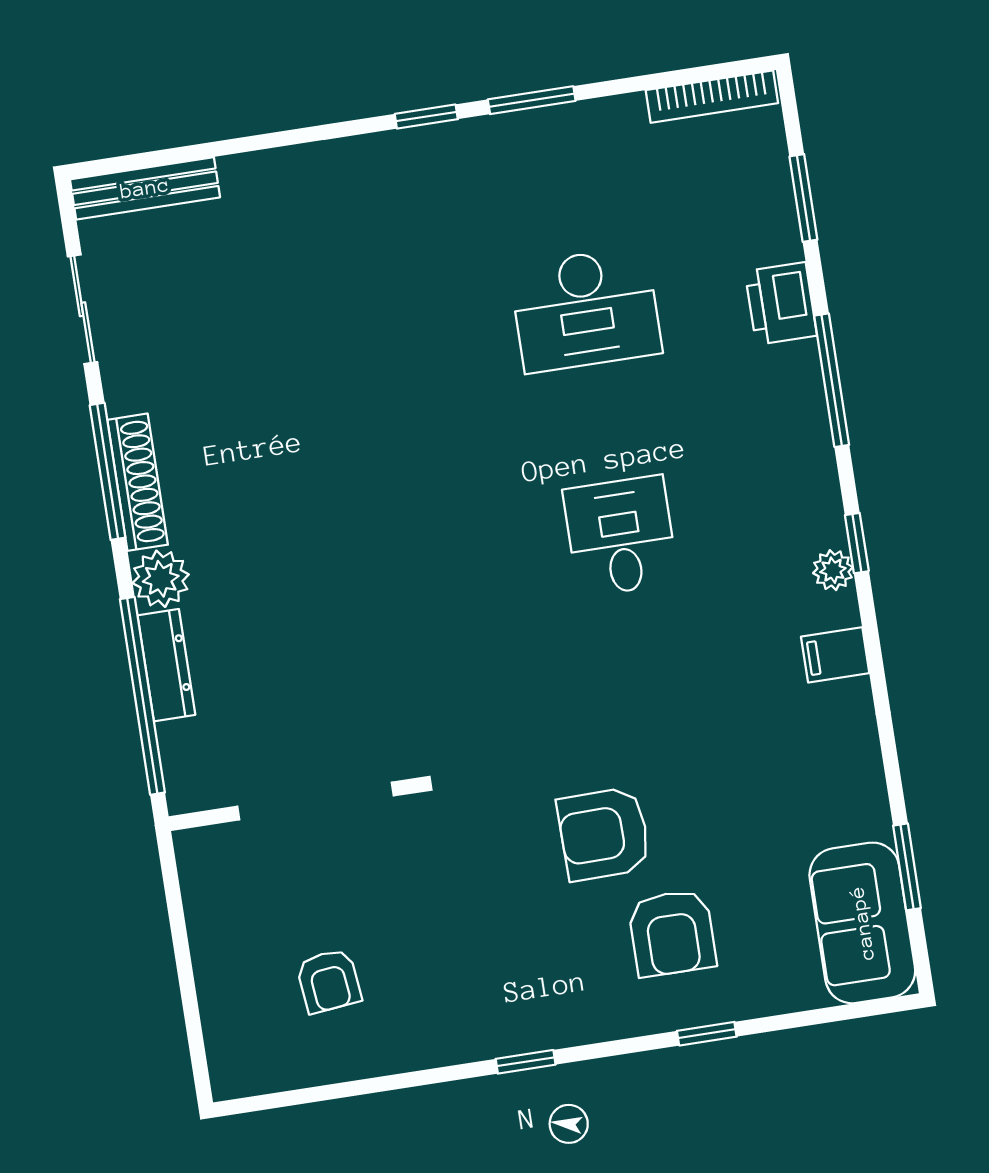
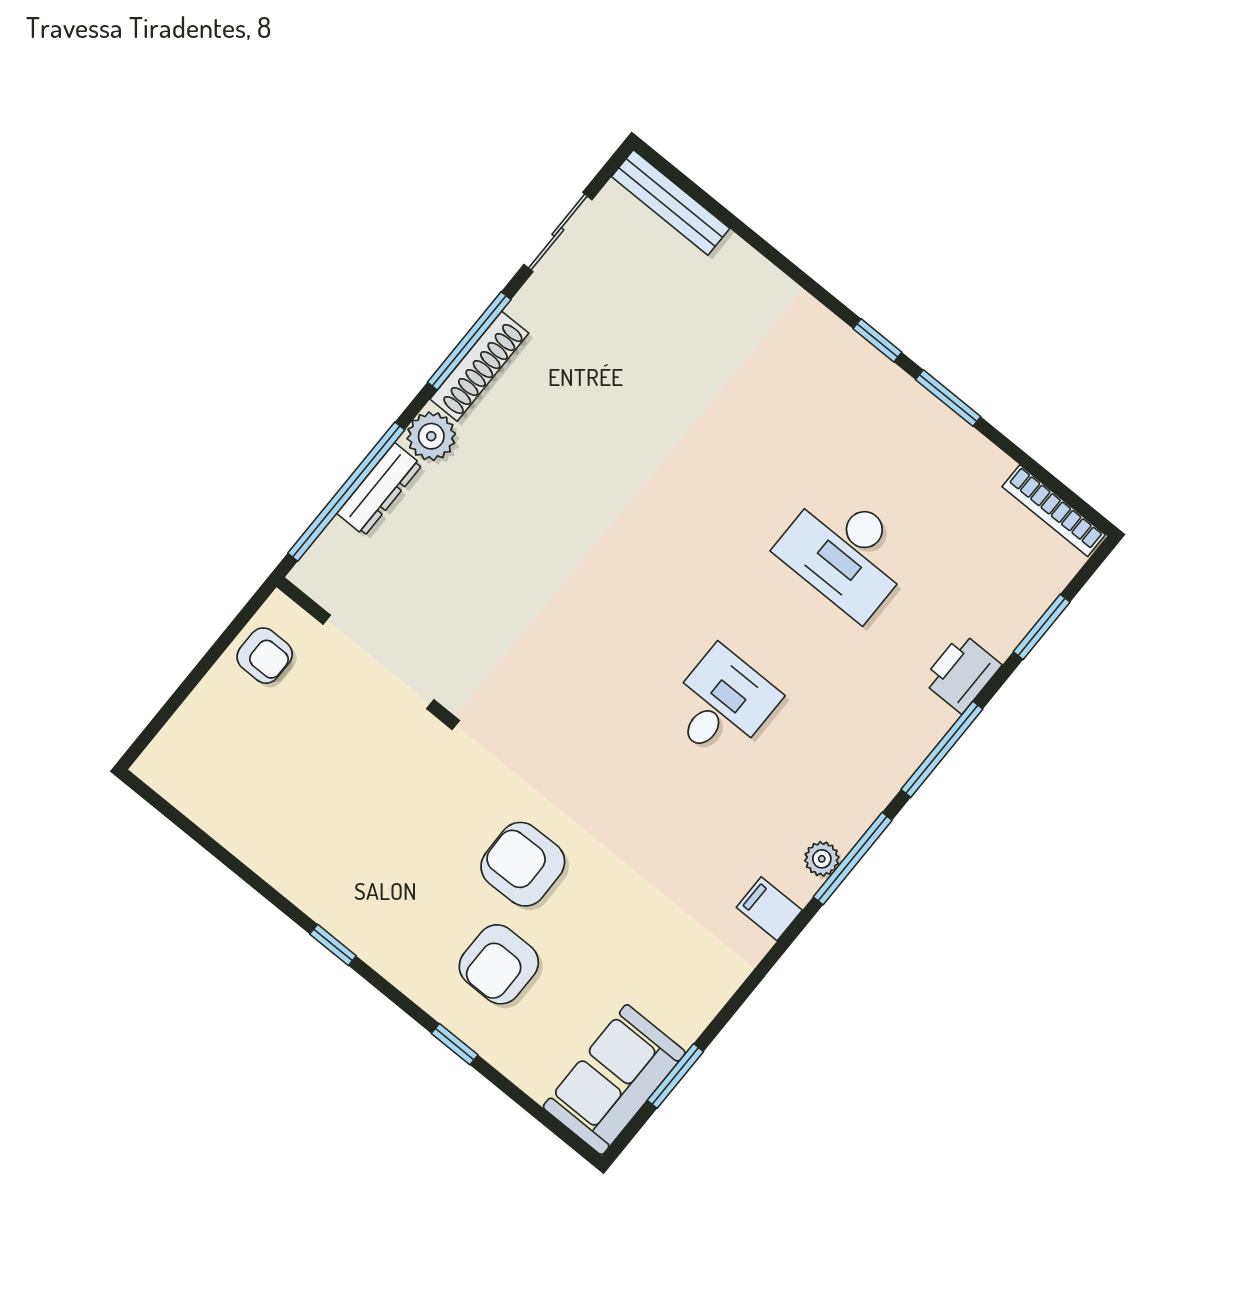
window: (857, 543) -> (853, 859), width x2.17
armchair: (329, 981) -> (265, 656), moved, turned -84

